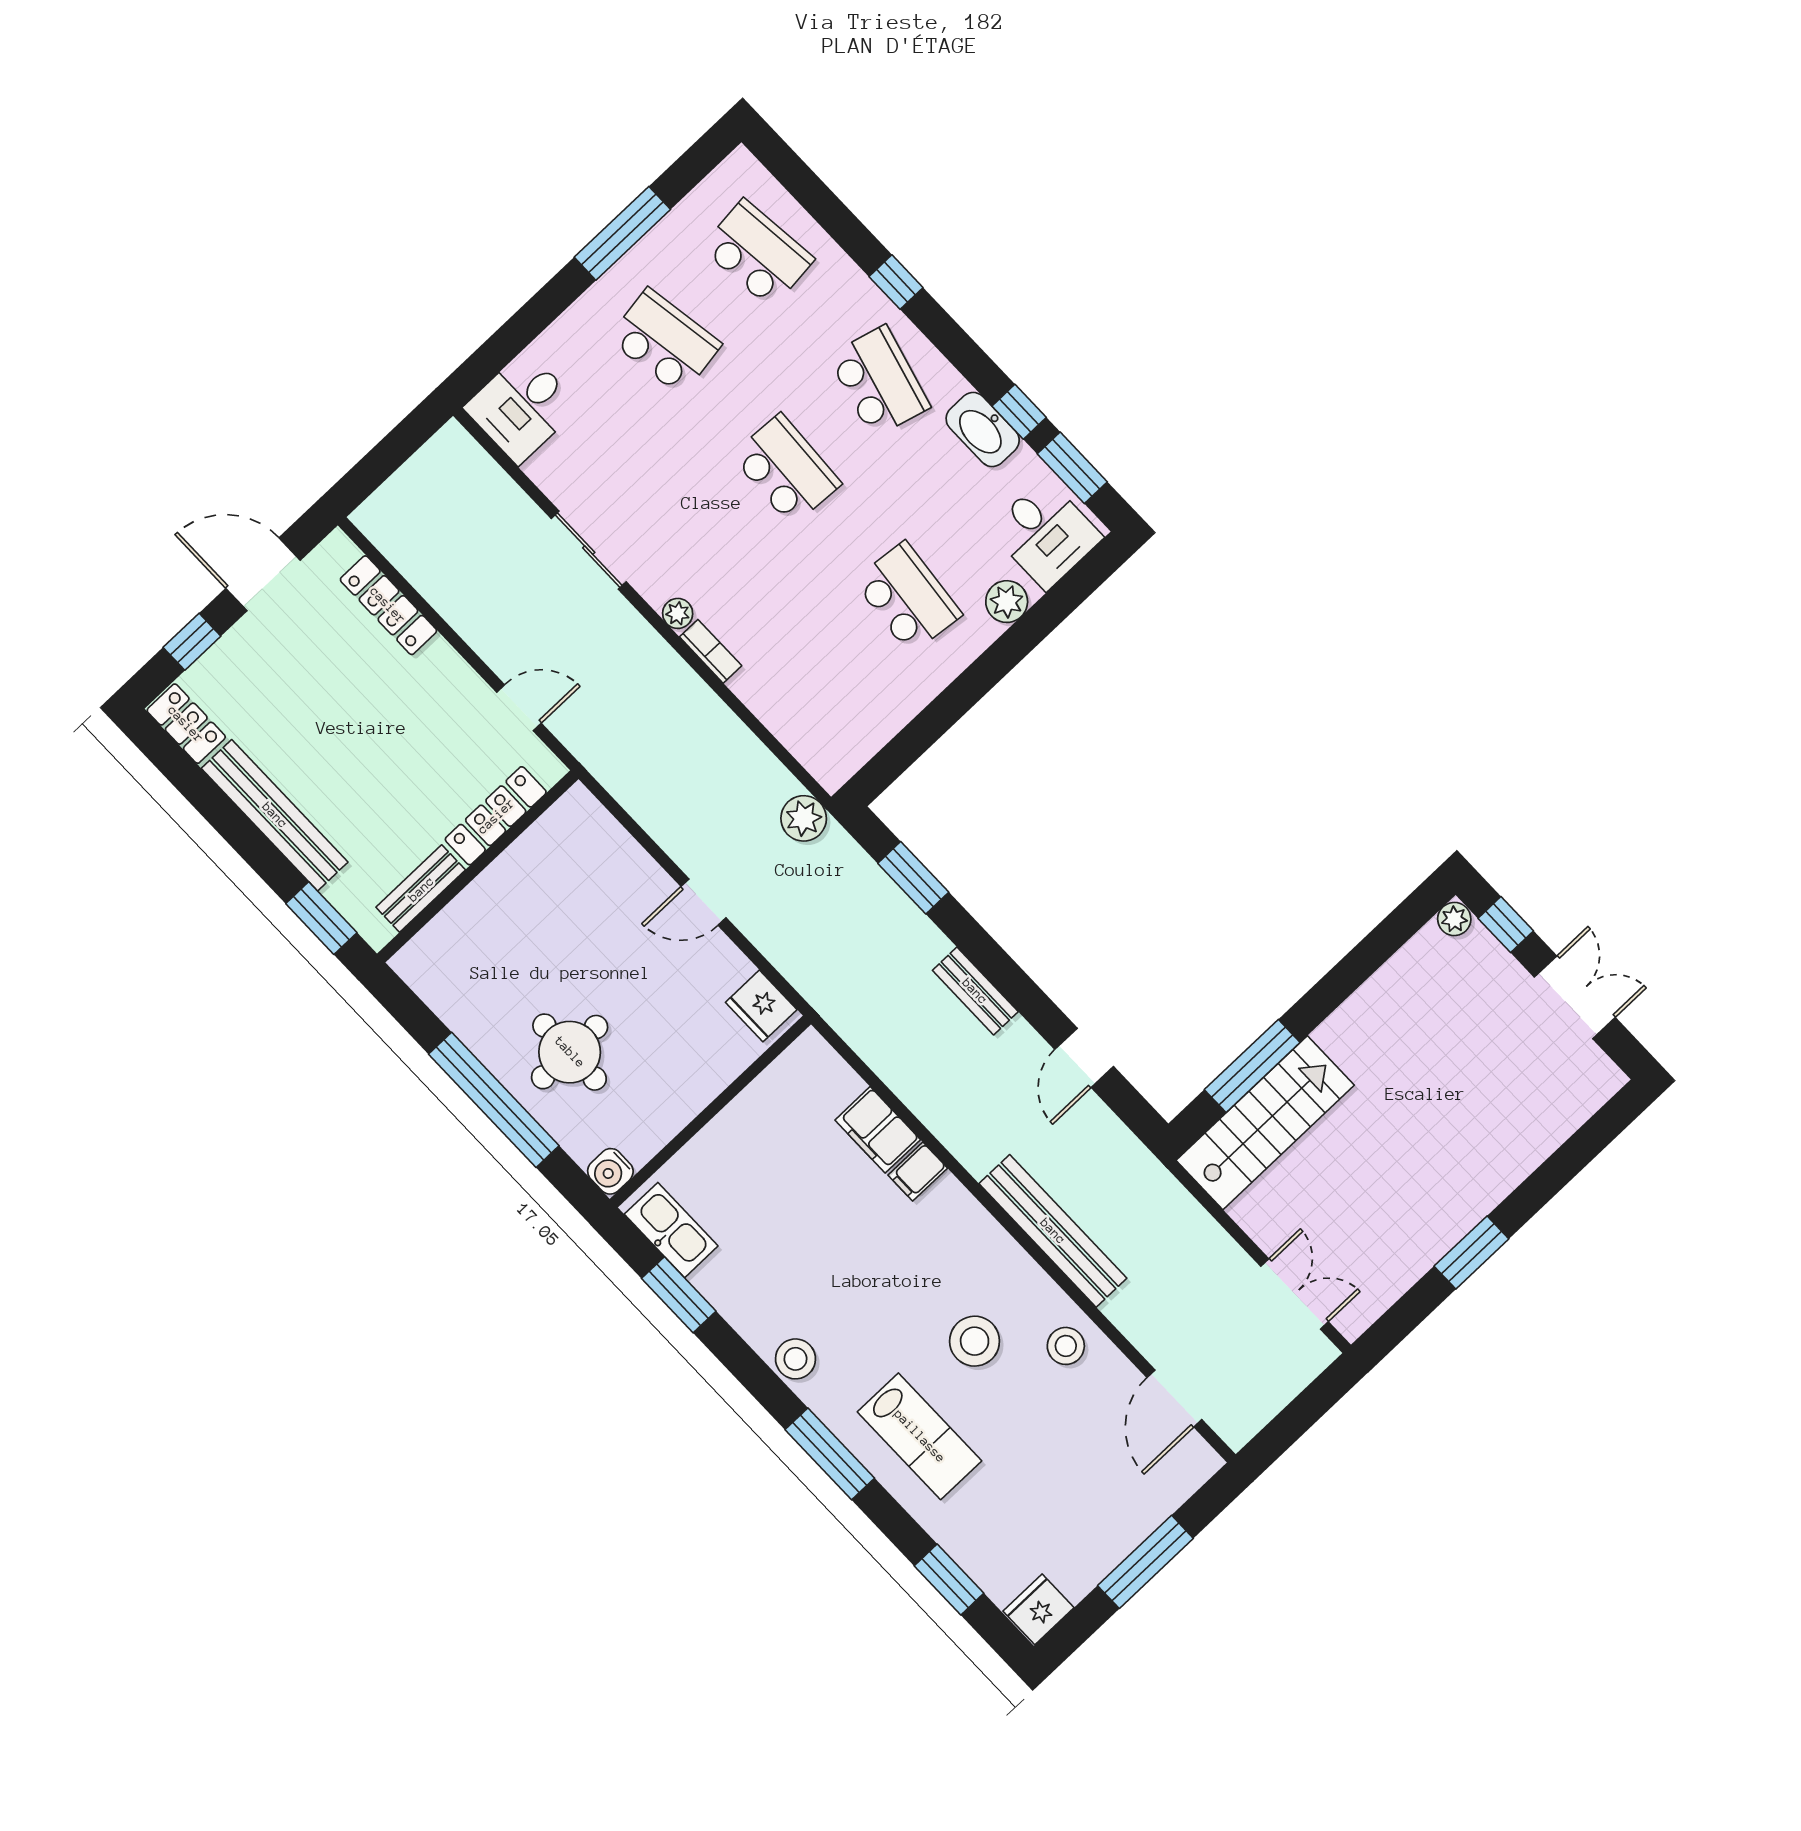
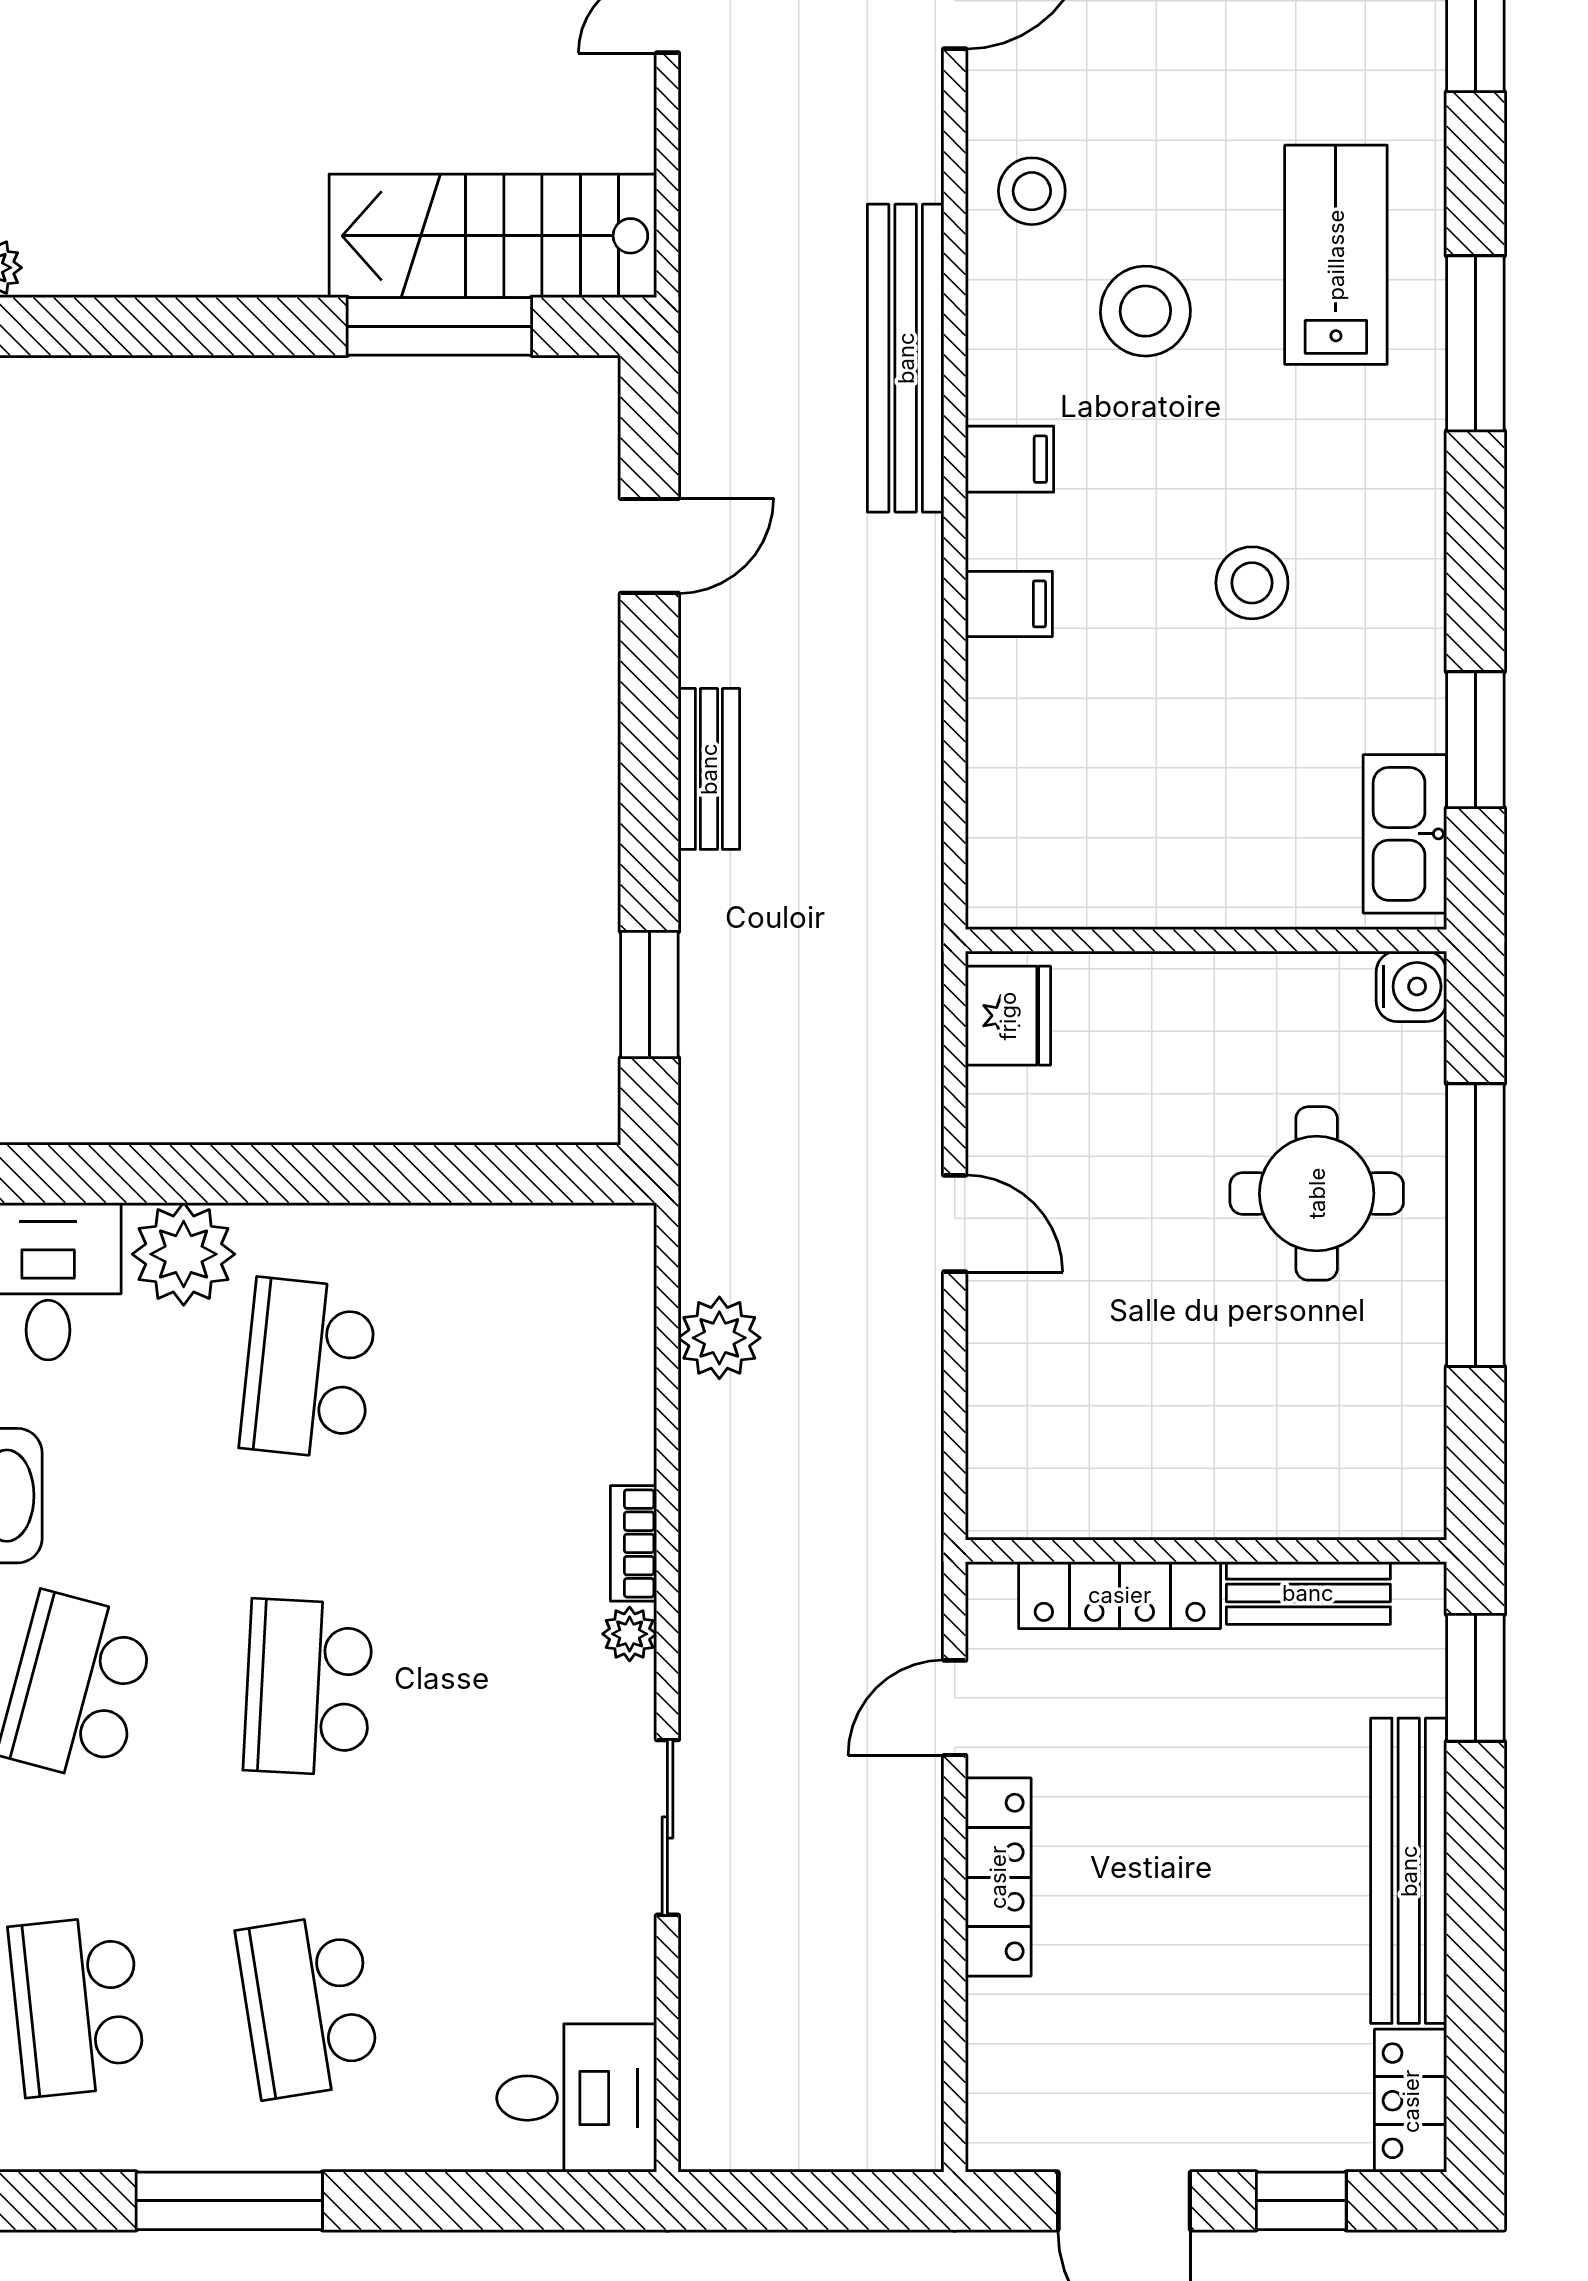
plant: (1007, 602) -> (184, 1254), width x1.36, depth x1.36
locker: (388, 605) -> (998, 1877), moved
door: (519, 708) -> (955, 1708), hinge flipped
plant: (804, 818) -> (719, 1338), moved
filing cabinet: (878, 1130) -> (1010, 459), moved, width x0.50
stool: (796, 1359) -> (1252, 583), moved

